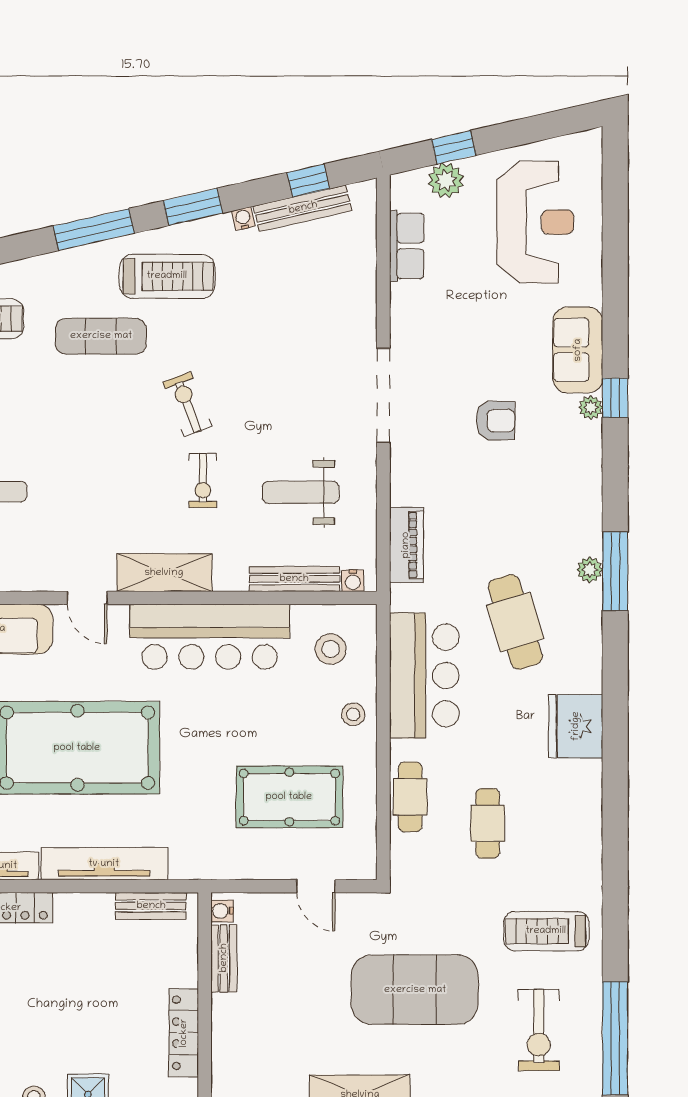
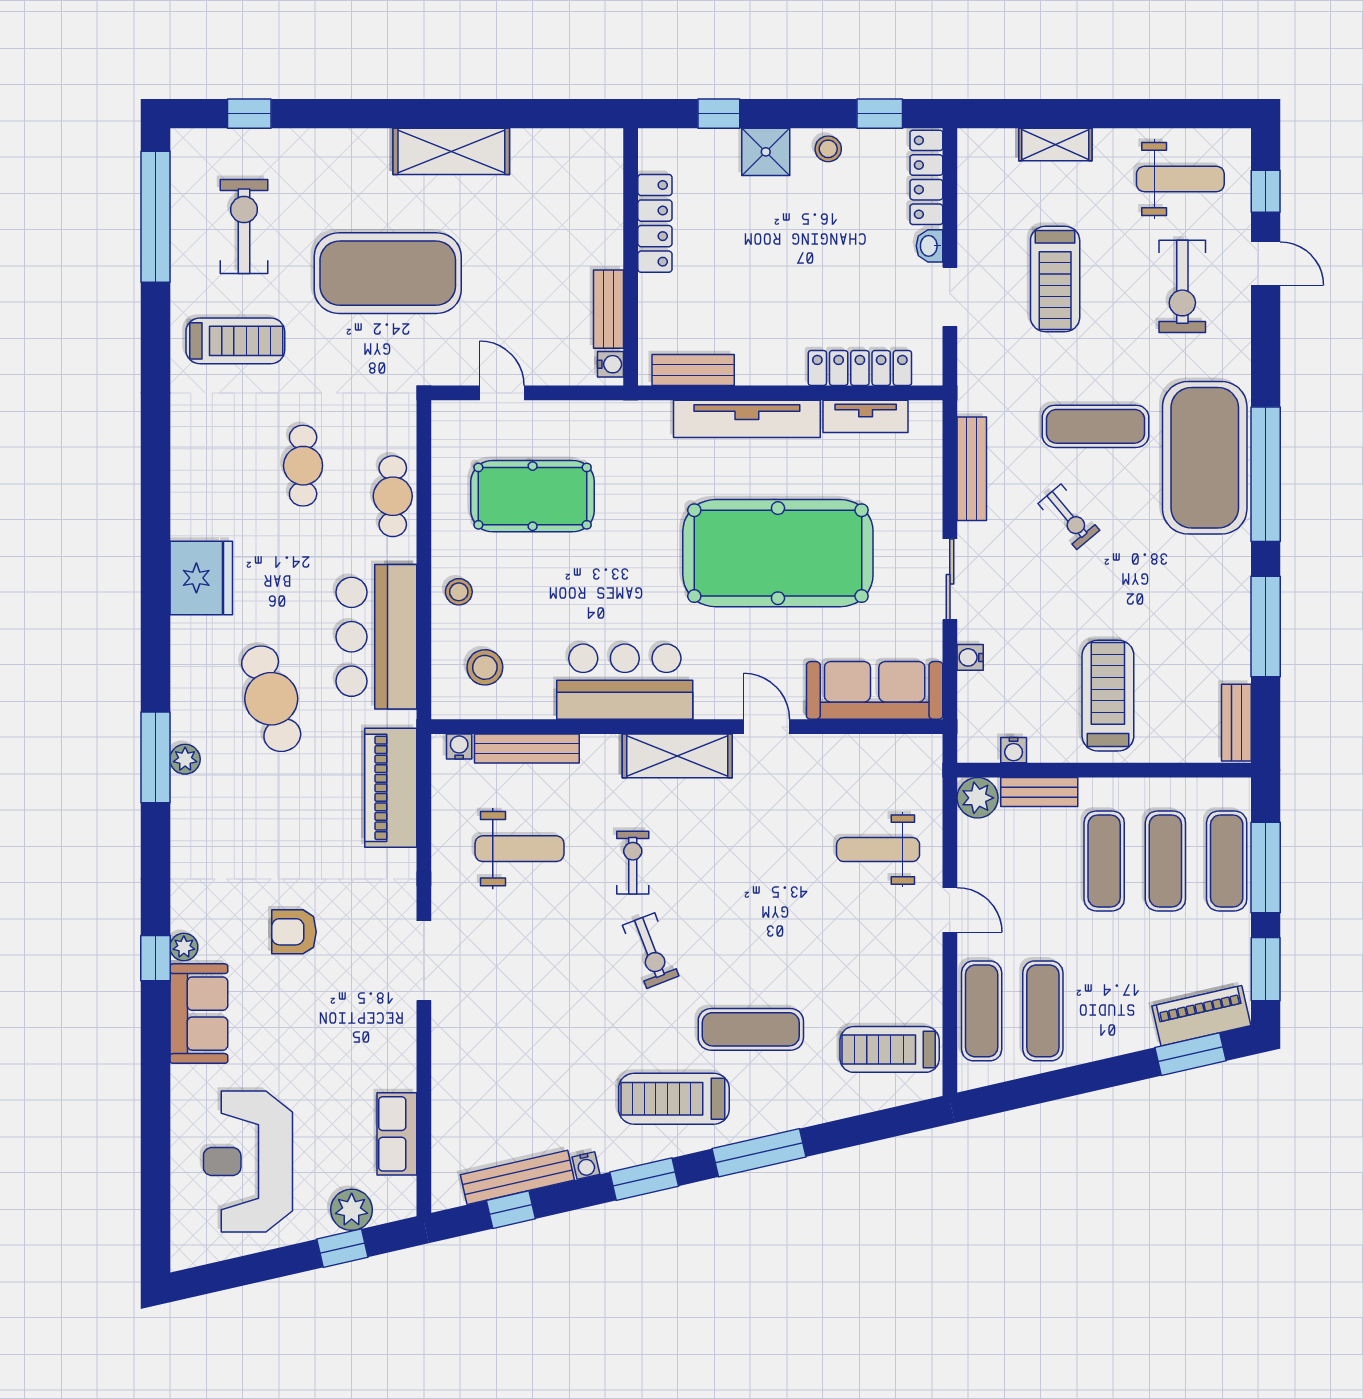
doorway: (383, 395) -> (424, 961), width x0.73
piano: (406, 545) -> (391, 788), width x1.37, depth x1.33
bar counter: (210, 637) -> (625, 682), width x0.73

